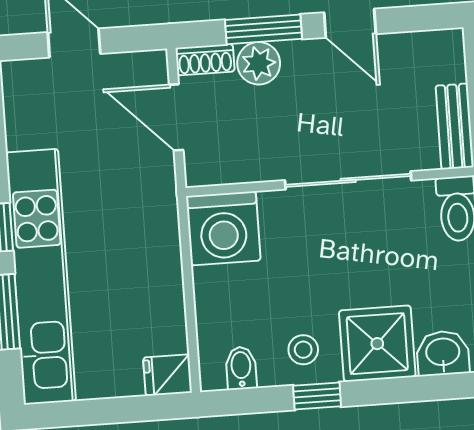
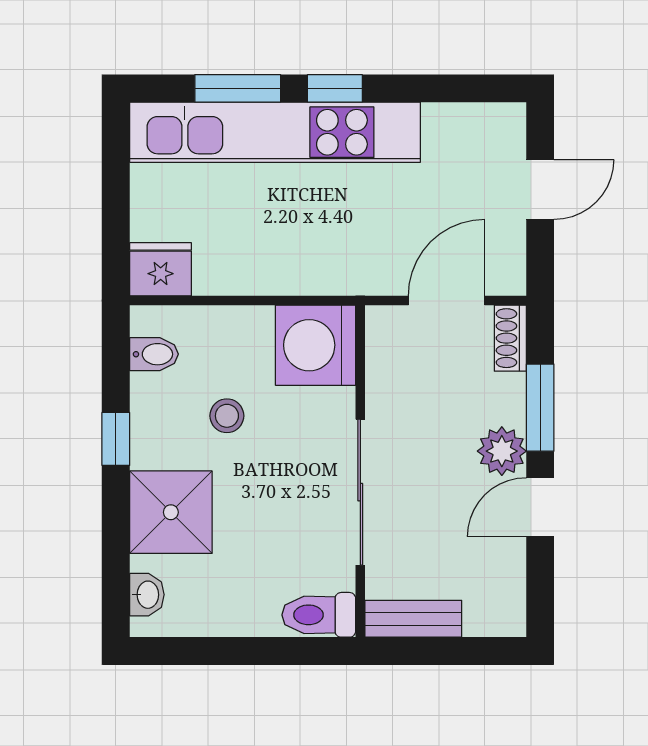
plant: (259, 63) -> (502, 451), moved
stool: (303, 350) -> (227, 416), moved
washbasin: (443, 353) -> (147, 595), width x0.72, depth x0.69
fridge: (168, 375) -> (161, 269), width x1.38

